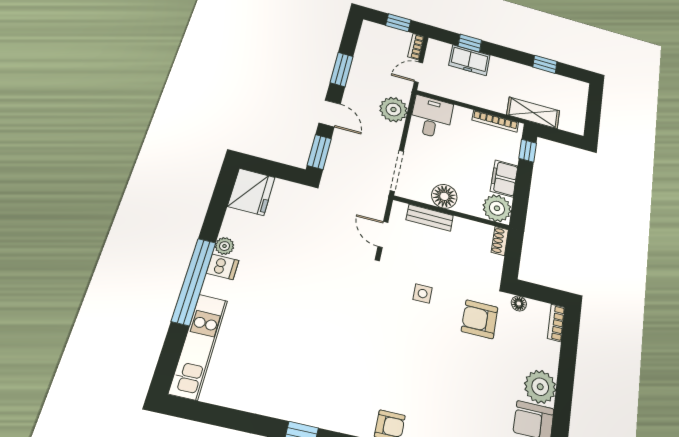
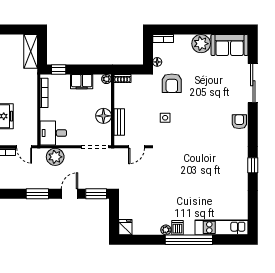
shelving: (533, 113) -> (31, 51), moved
fridge: (251, 192) -> (125, 227), width x0.53, depth x0.75
plant: (497, 208) -> (106, 79), width x0.53, depth x0.53

